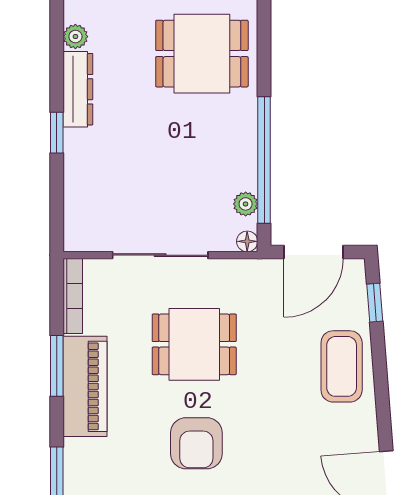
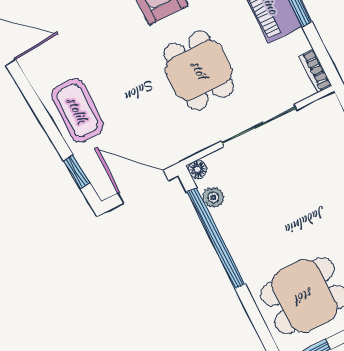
door: (314, 252) -> (143, 187), hinge flipped
bookcase: (73, 296) -> (315, 71), width x0.64
dining table: (194, 344) -> (199, 70), turned 90

